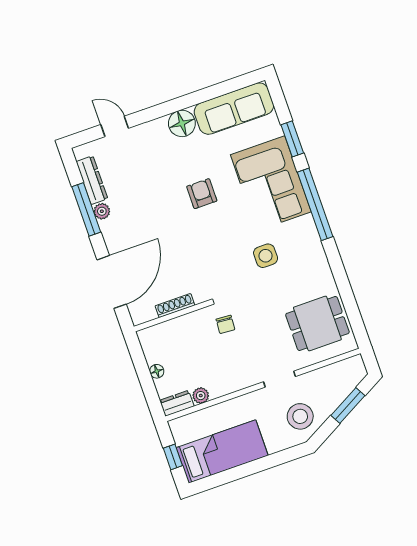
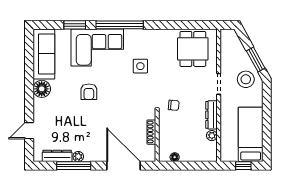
armchair: (202, 194) -> (89, 92), turned -90
floor lamp: (157, 371) -> (175, 157), moved
dresser: (177, 403) -> (211, 115), moved, width x1.44
window: (348, 406) -> (256, 60), moved

